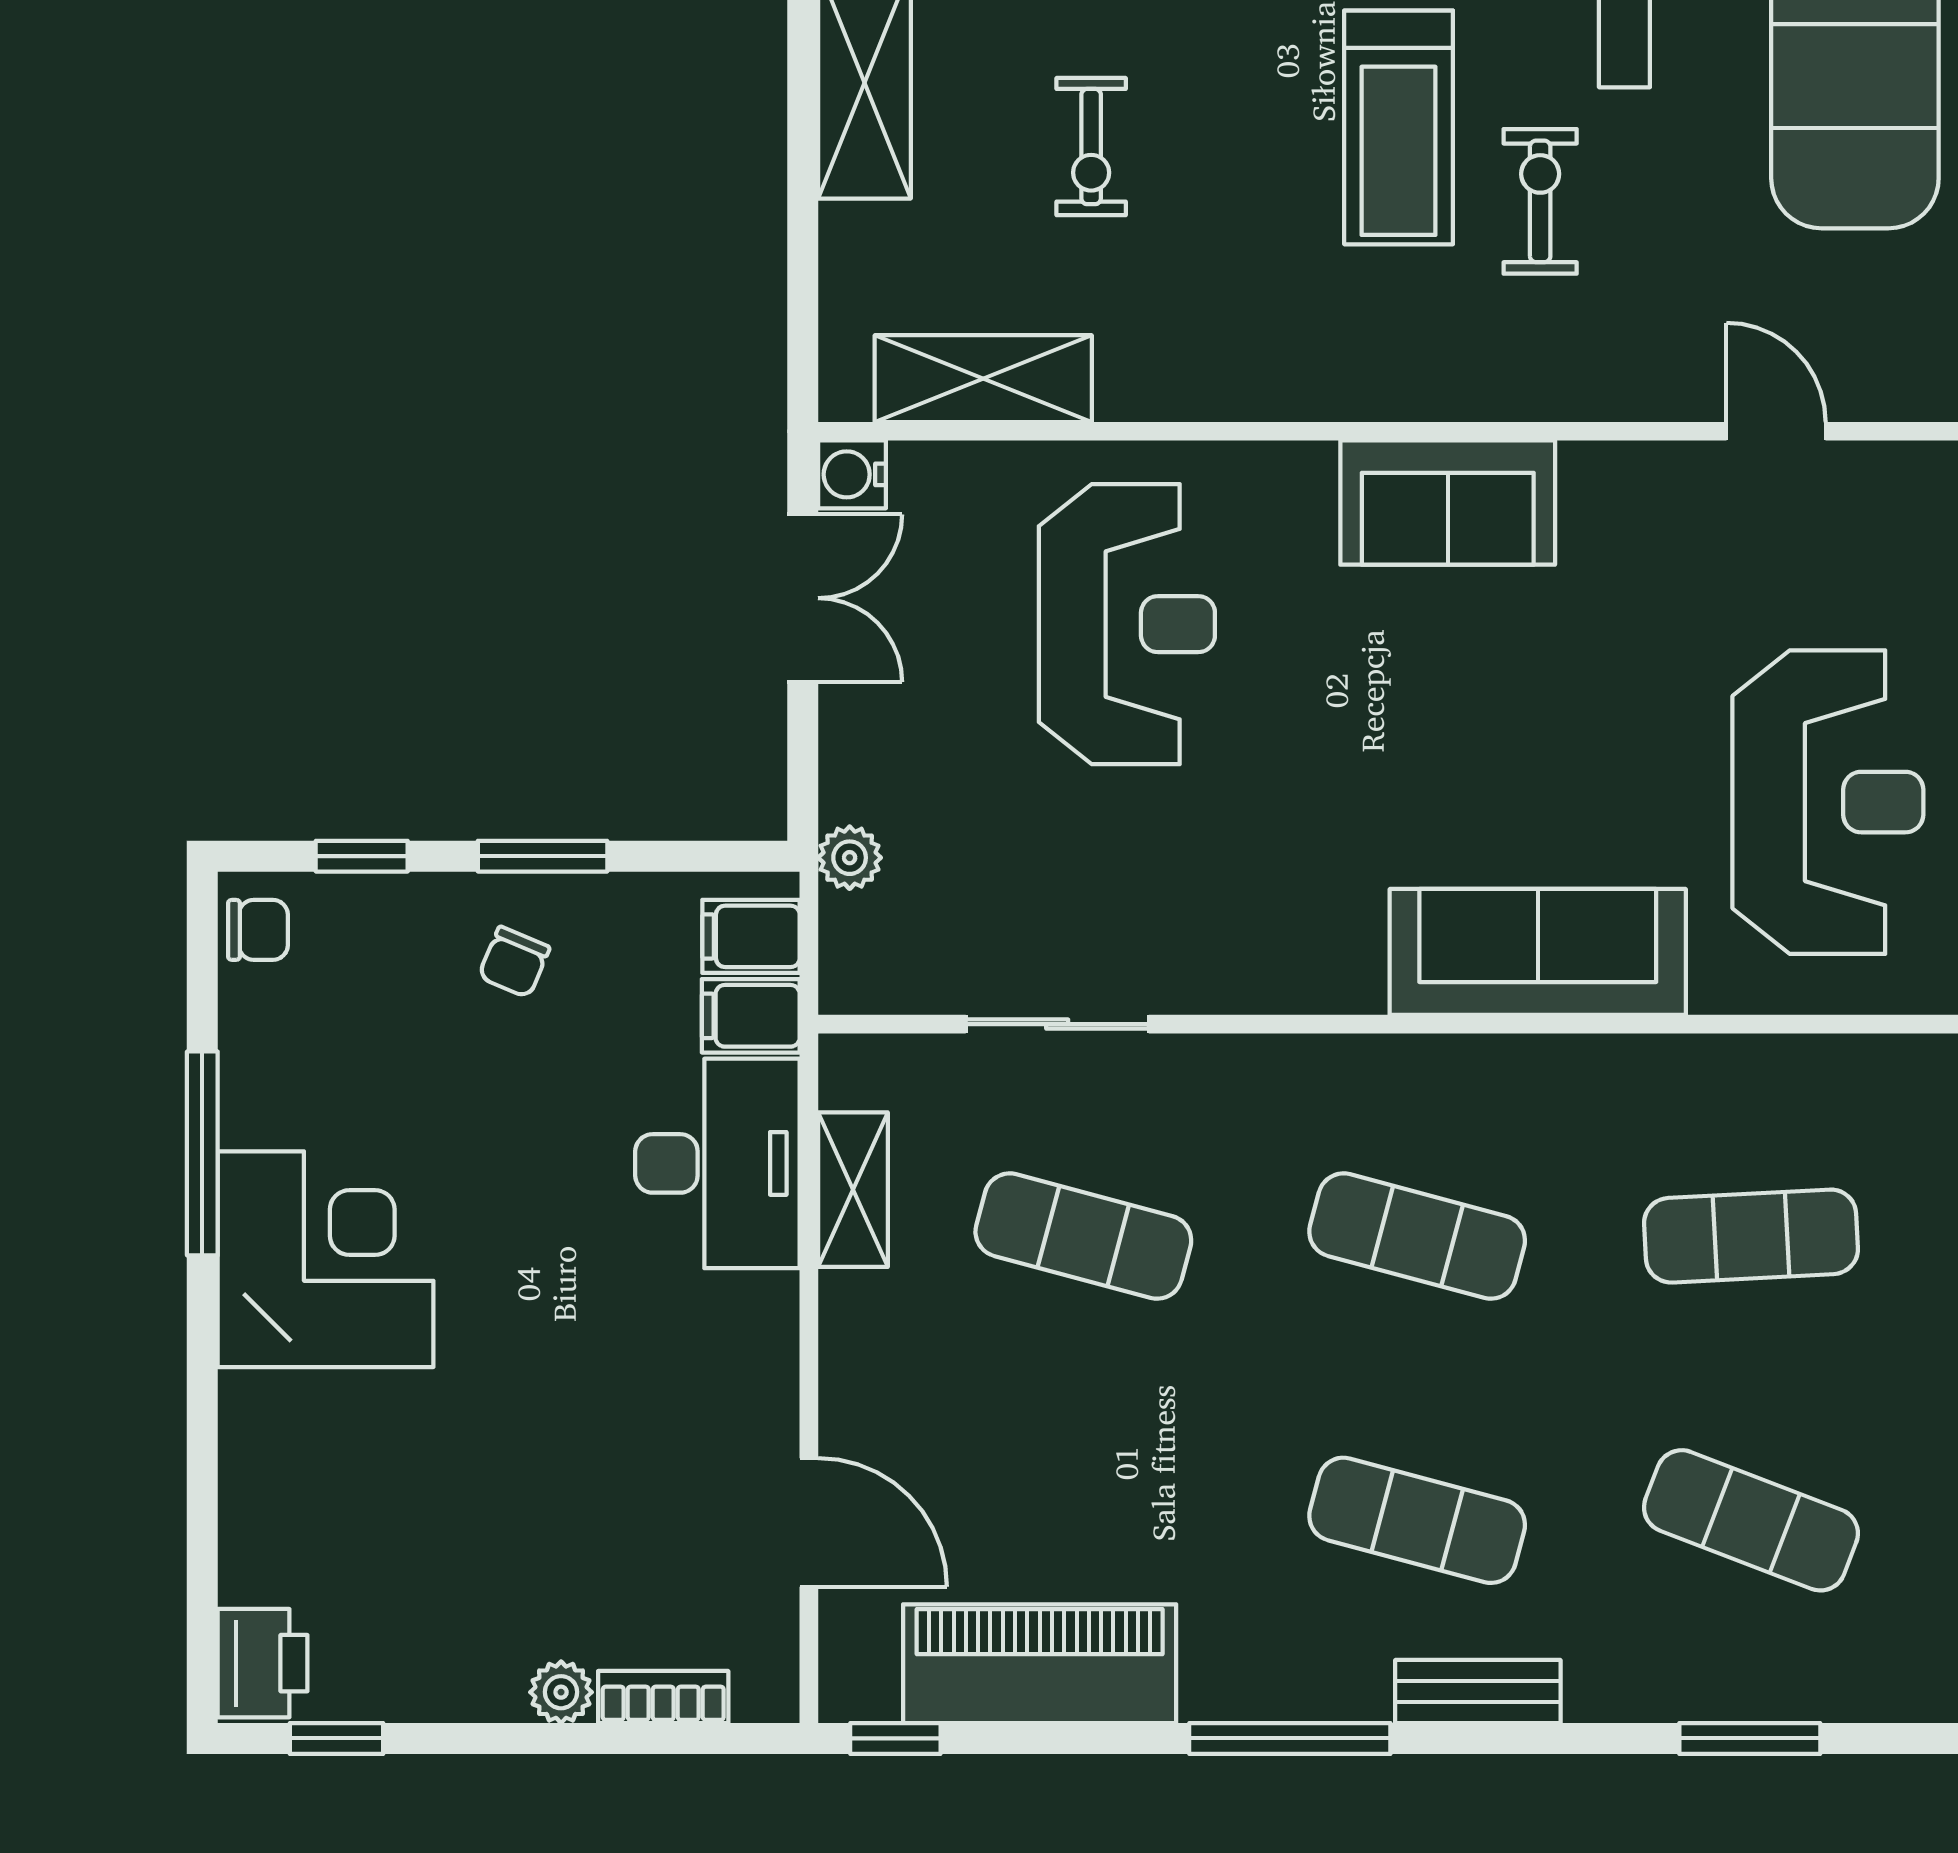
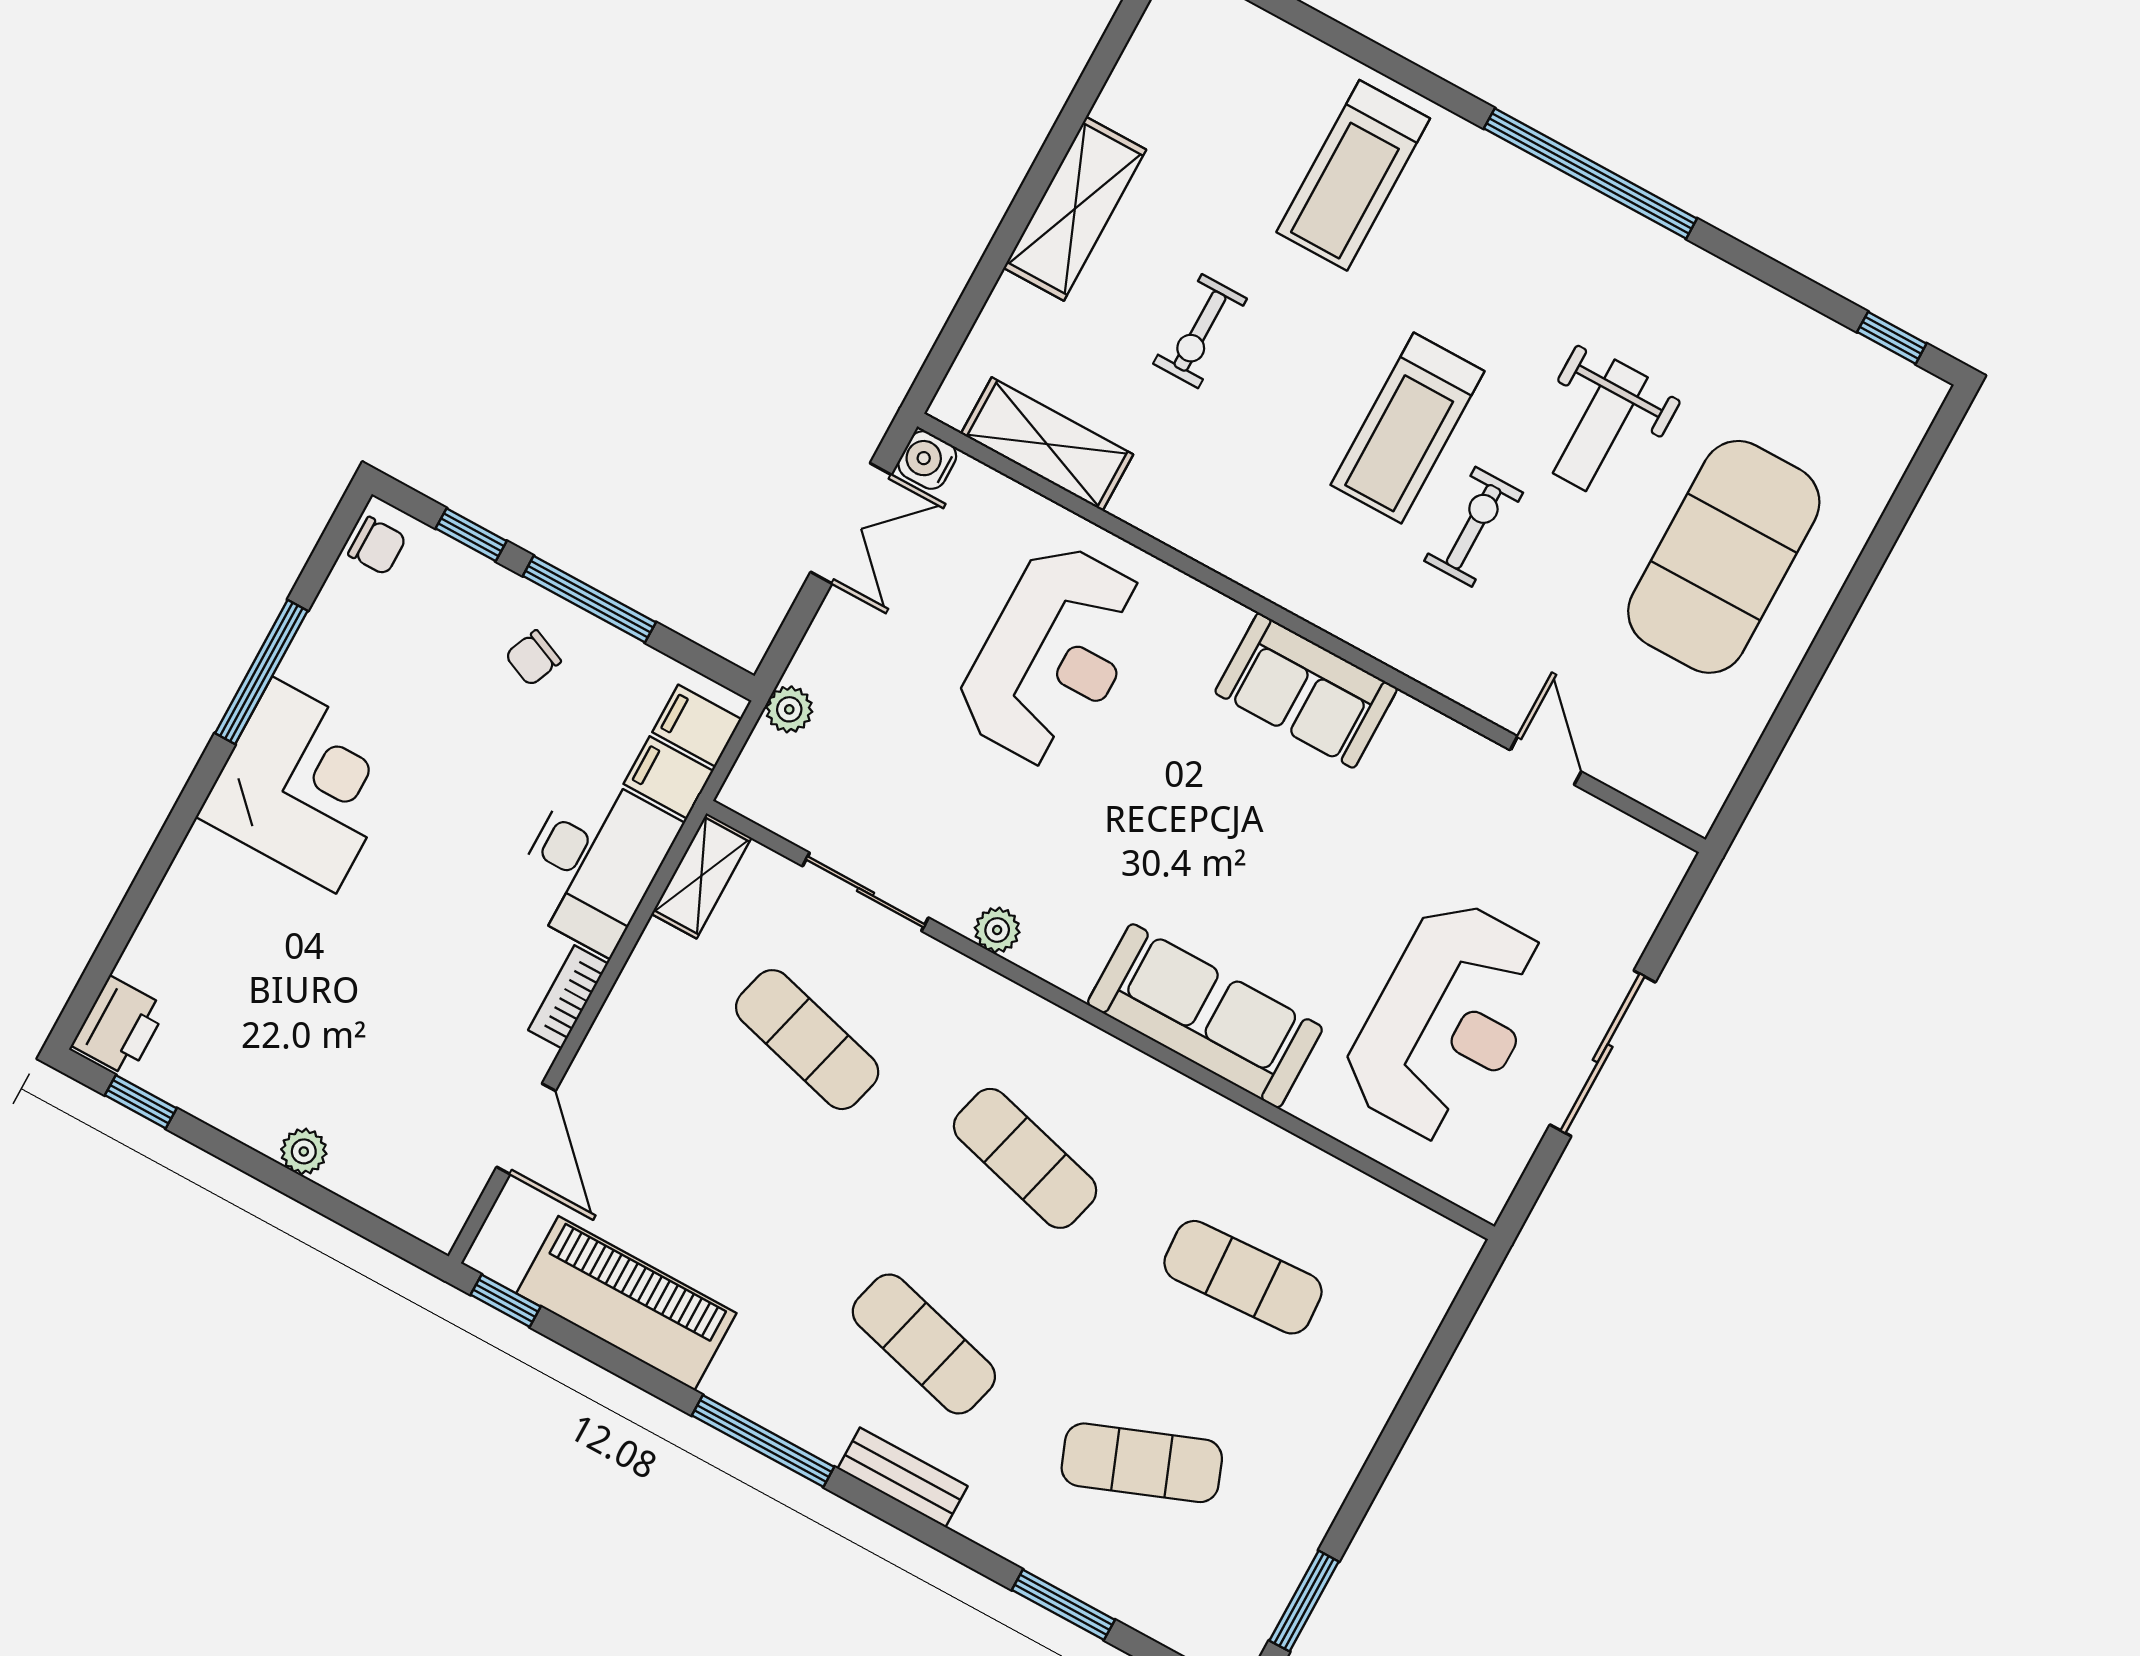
window: (543, 856) -> (589, 599), width x1.44
plant: (1237, 984) -> (997, 930), added
shelving: (853, 1190) -> (701, 876), moved
exercise mat: (1751, 1520) -> (1142, 1463), turned -42
bookcase: (663, 1697) -> (568, 997), moved, turned -90

